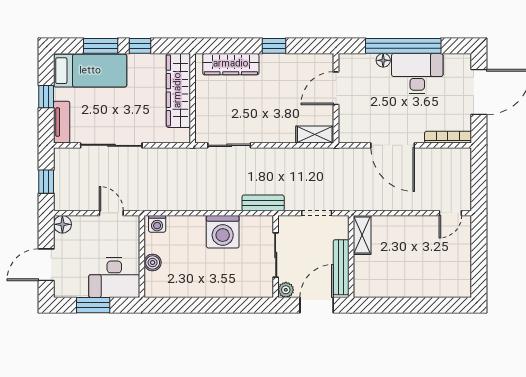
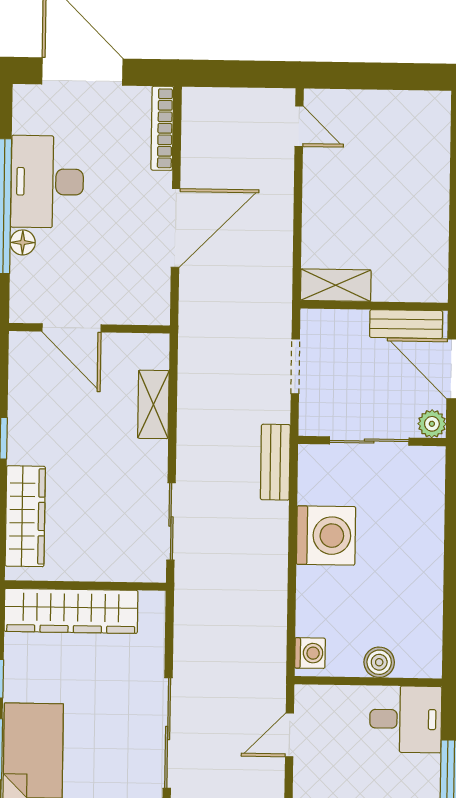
shelving: (315, 135) -> (153, 404), moved
bench: (341, 267) -> (406, 324), width x0.73
desk: (114, 278) -> (406, 719), width x0.73

